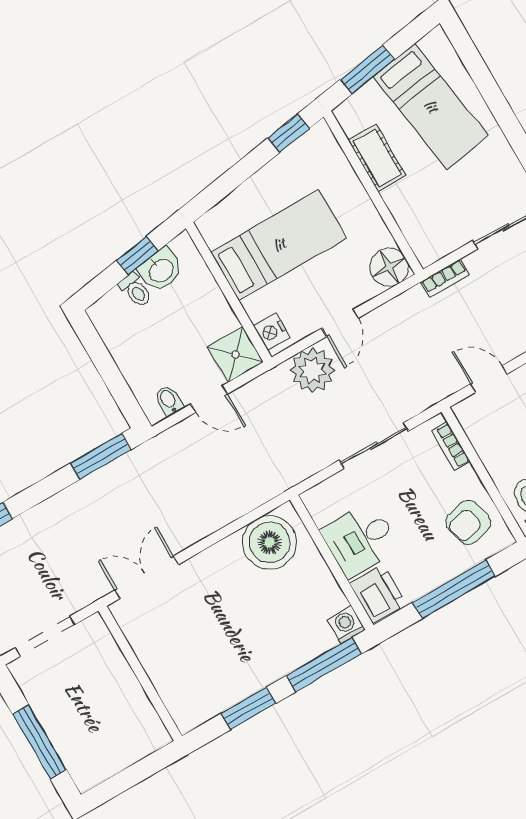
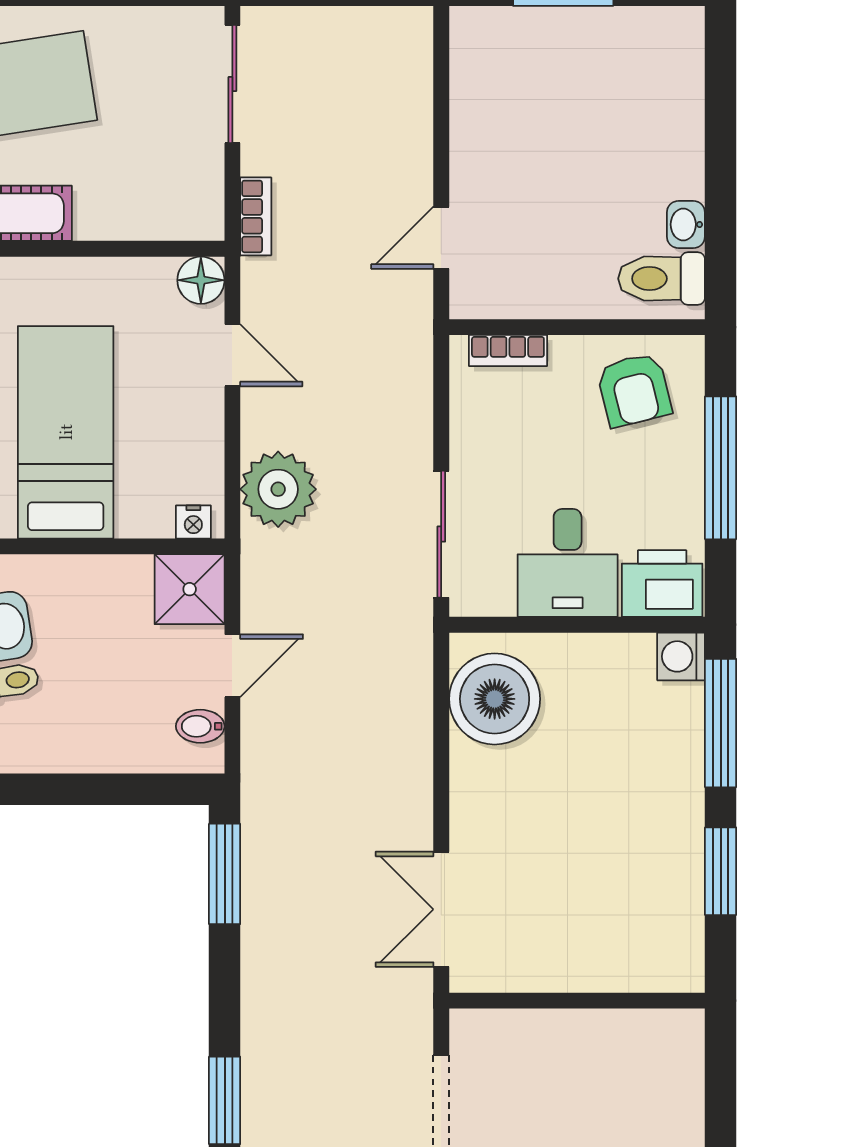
floor lamp: (389, 267) -> (201, 280), width x0.73, depth x0.73
door: (340, 323) -> (232, 355), moved
nightstand: (272, 331) -> (193, 522), width x0.72, depth x0.74
sliding door: (374, 446) -> (441, 534), moved

